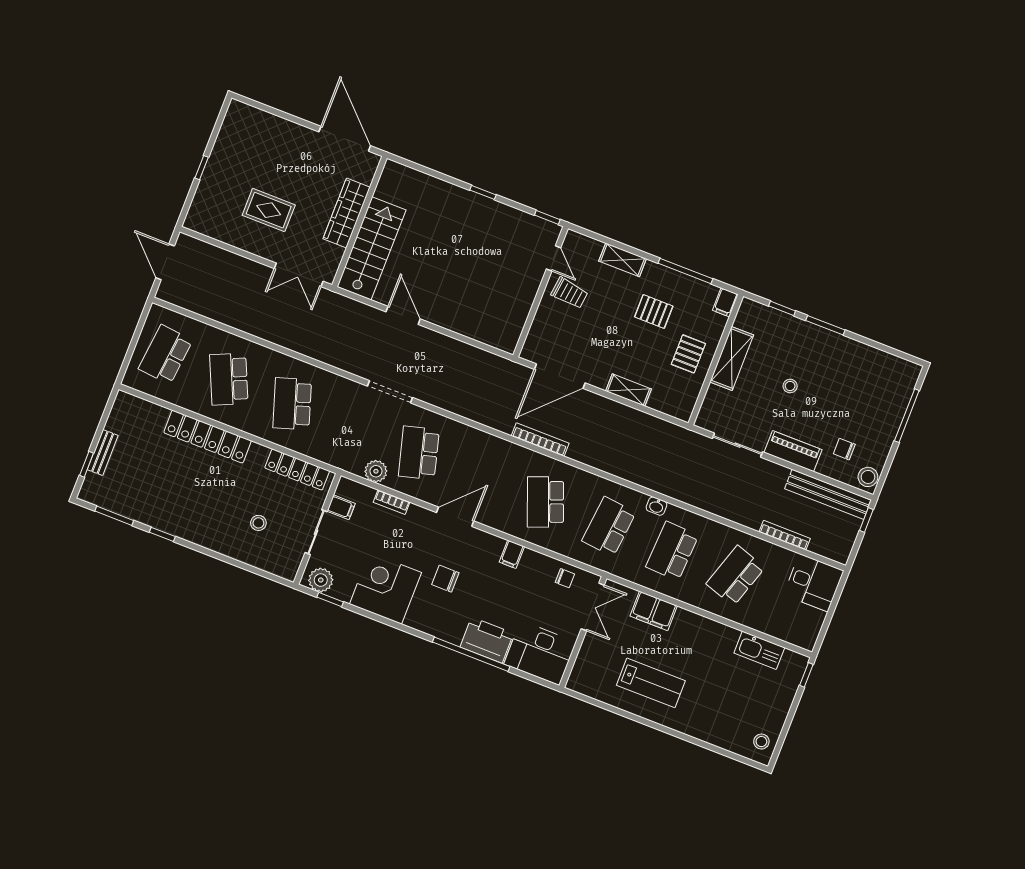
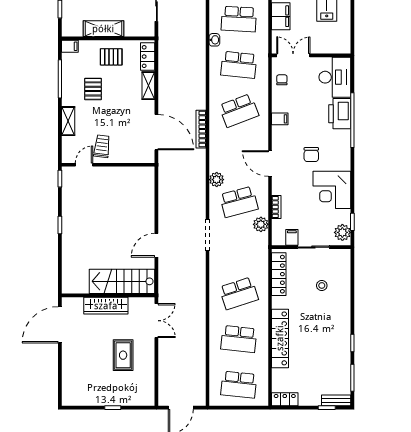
school desk: (229, 379) -> (239, 339), turned 30
locker: (669, 405) -> (148, 57), added
locker: (121, 410) -> (285, 399), added
plant: (462, 434) -> (217, 180), added
bench: (103, 452) -> (336, 400), moved

